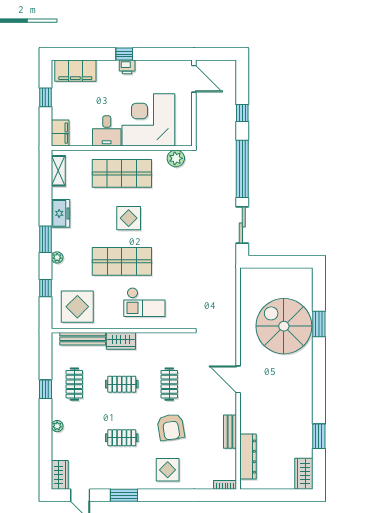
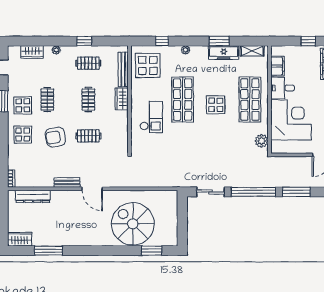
window: (242, 113) -> (296, 192), width x2.17
filing cabinet: (60, 133) -> (278, 66), moved, turned -90
freezer: (60, 213) -> (224, 53), width x1.40
window: (45, 239) -> (219, 41), moved
checkout: (144, 302) -> (151, 117), turned 180
window: (319, 324) -> (152, 251), moved
spiral stairs: (284, 326) -> (133, 224), turned -90
door: (238, 379) -> (92, 189), swing flipped
bench: (230, 432) -> (67, 182), moved
window: (319, 436) -> (48, 251), width x1.44
display table: (129, 470) -> (23, 105), added
wardrobe: (60, 475) -> (32, 52), moved

